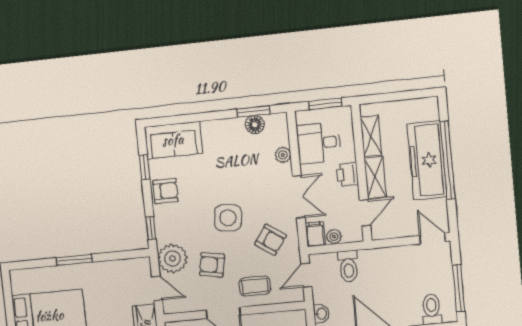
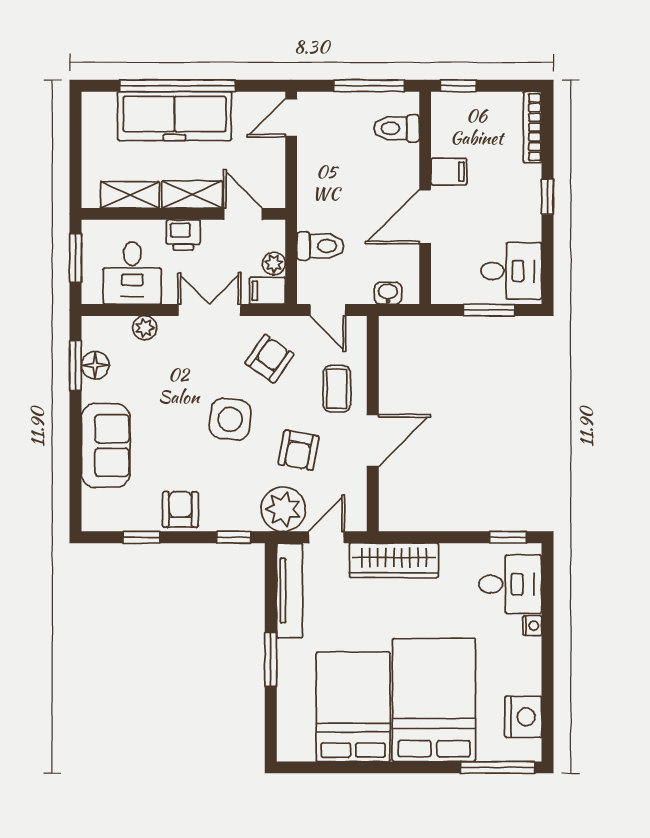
sofa: (173, 140) -> (106, 446), moved
tv unit: (120, 268) -> (289, 591), added

